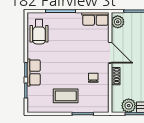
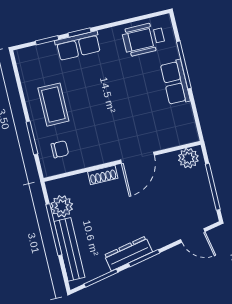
row of seats: (95, 19) -> (175, 82), moved
chair: (93, 78) -> (60, 149), moved

